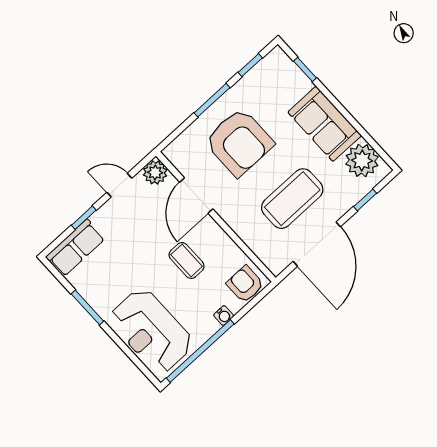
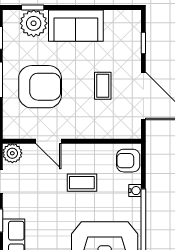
plant: (362, 161) -> (34, 23), moved
door: (196, 195) -> (48, 141), width x0.73
coffee table: (292, 199) -> (103, 86), width x0.54, depth x0.58

